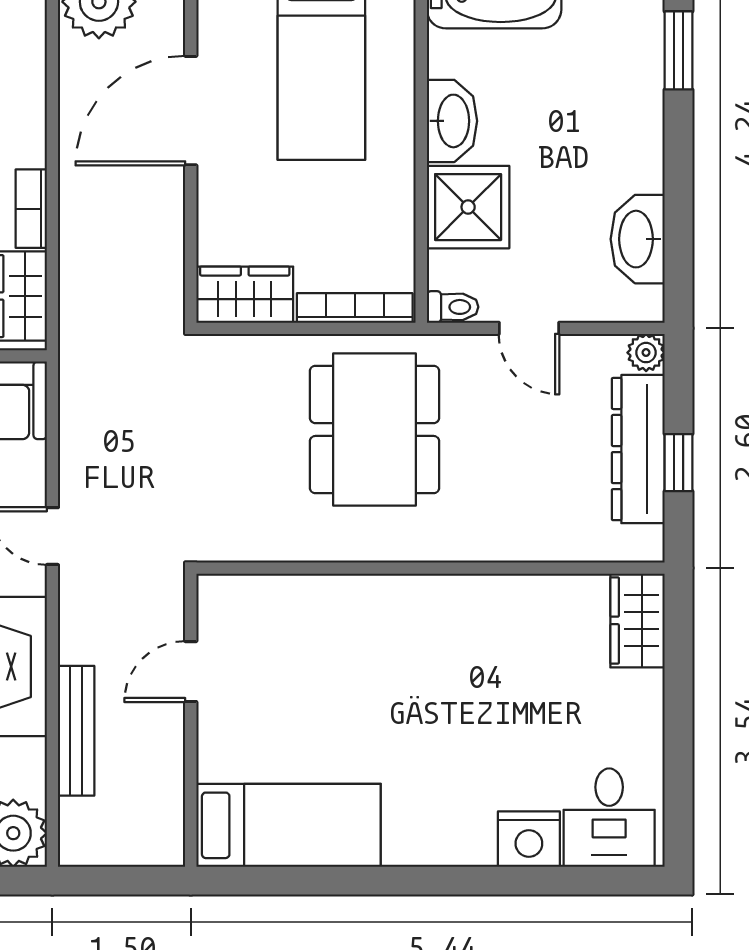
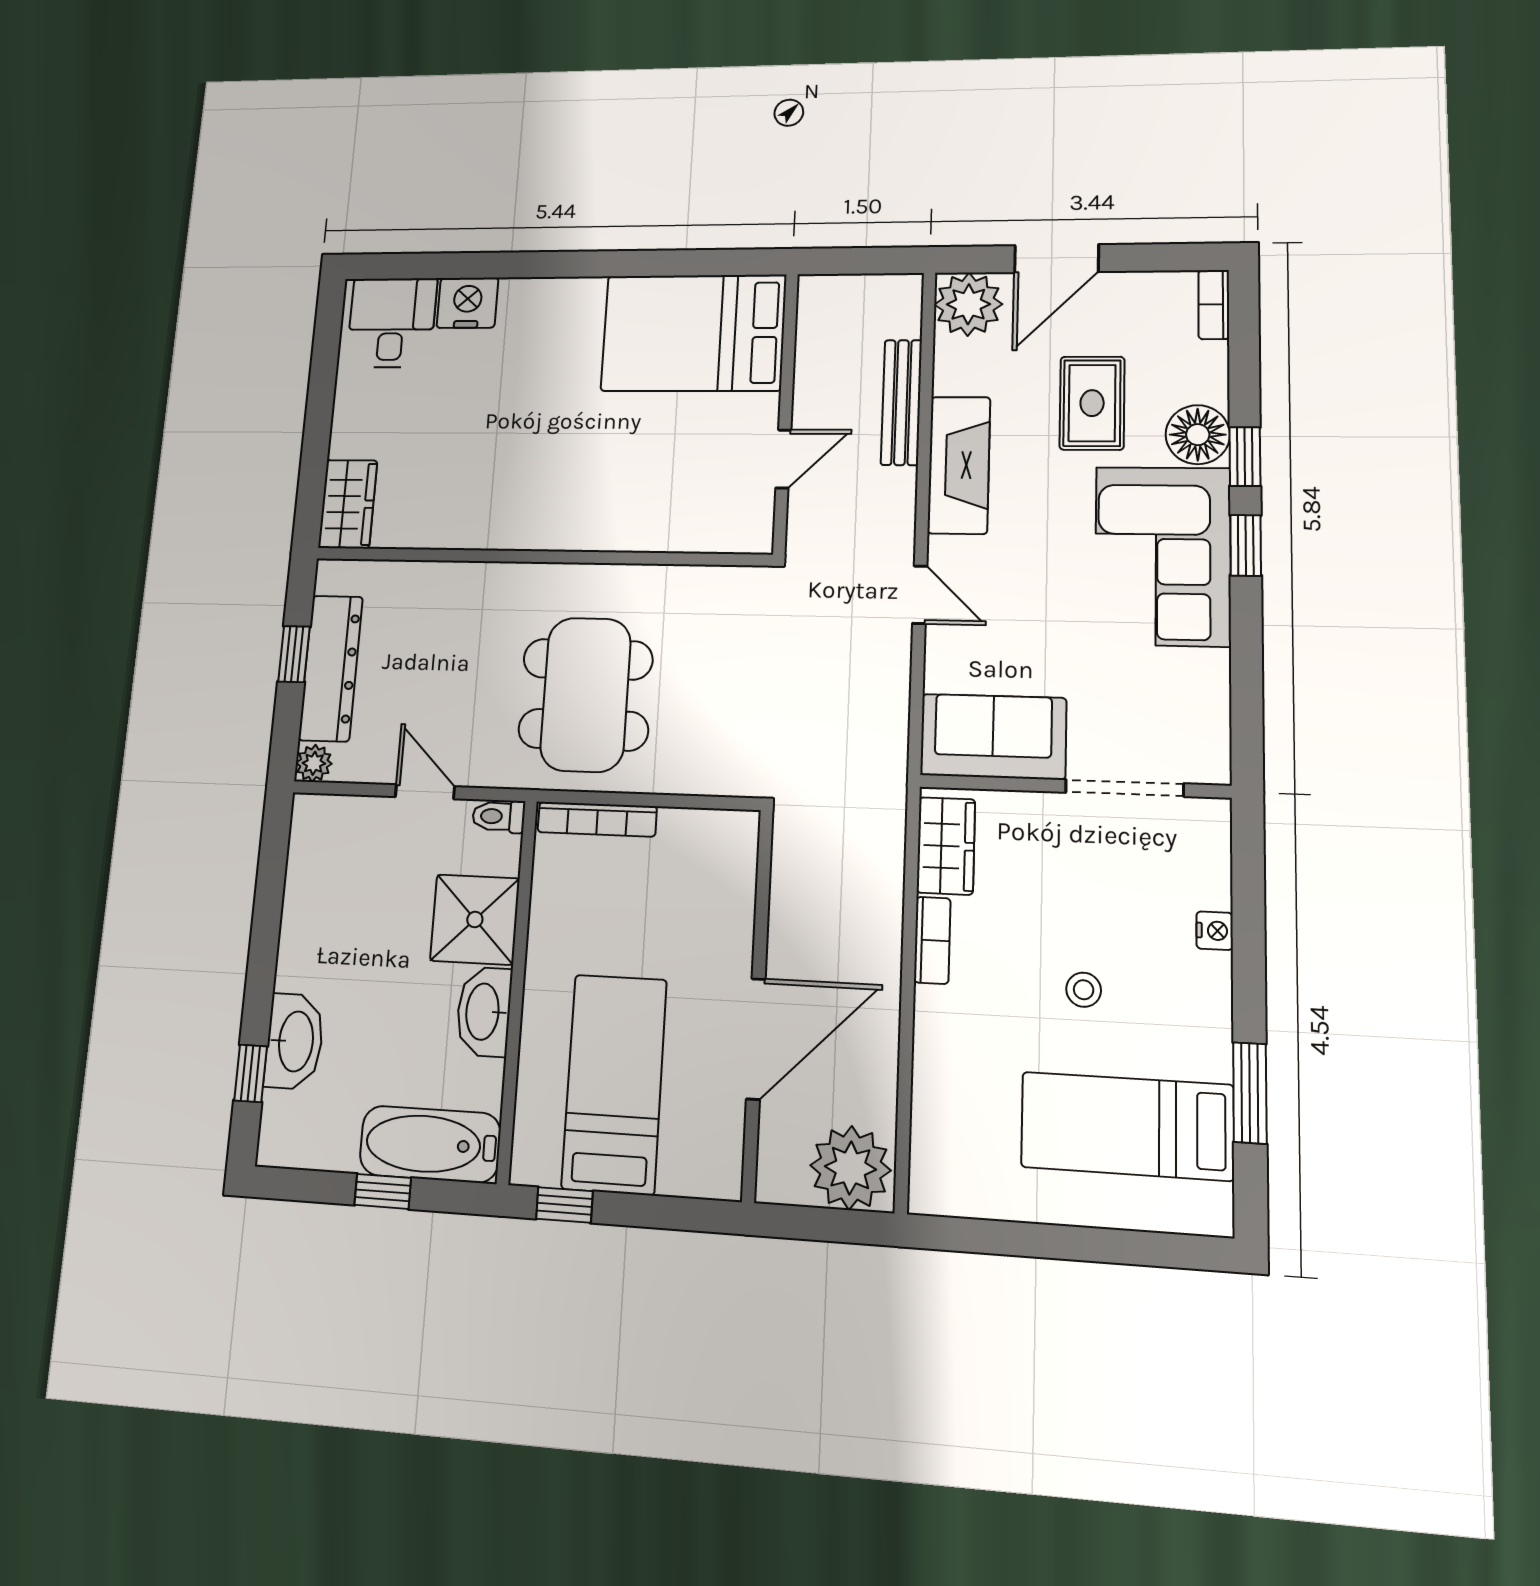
window: (679, 50) -> (251, 1073), width x0.67
washbasin: (638, 239) -> (294, 1041), moved
wardrobe: (245, 295) -> (709, 838), removed
bed: (288, 825) -> (694, 333), width x1.50

